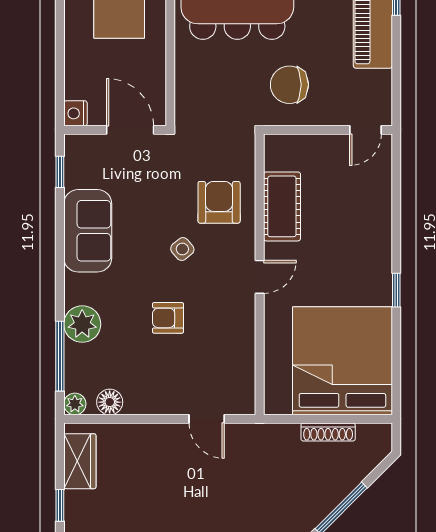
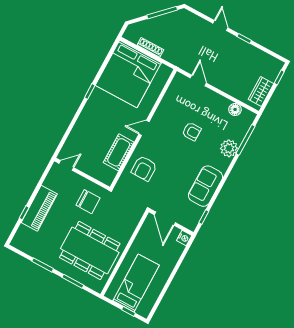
side table: (182, 249) -> (170, 157), removed
plant: (75, 404) -> (250, 117), removed

